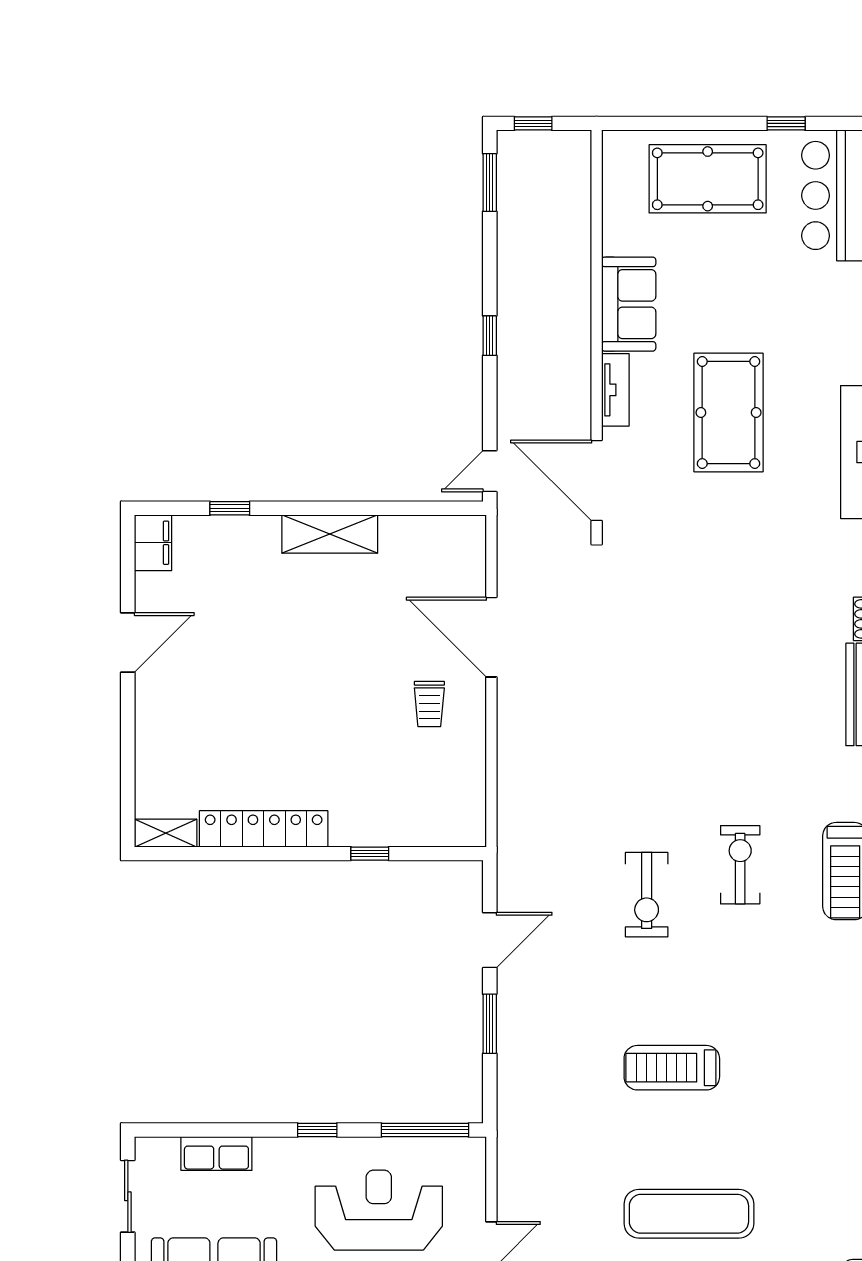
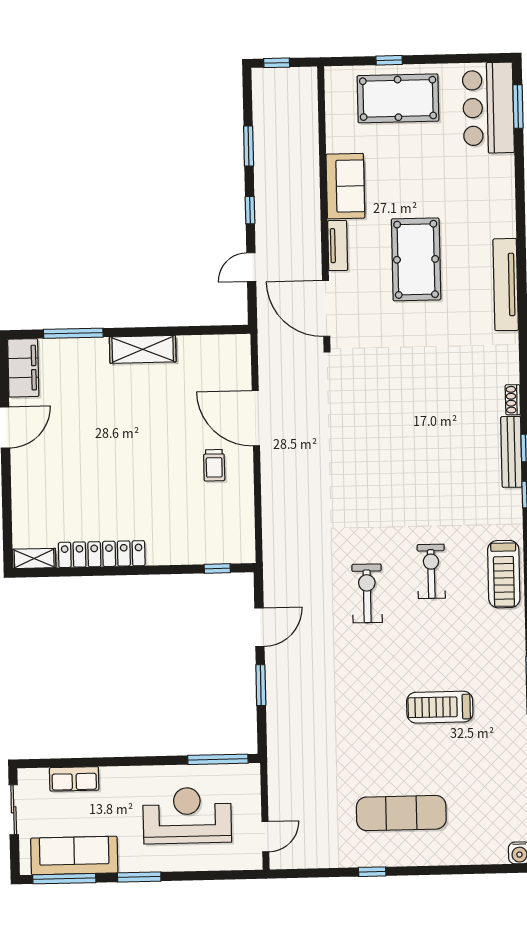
window: (786, 123) -> (389, 60), moved
window: (490, 182) -> (249, 146), moved
door: (490, 471) -> (251, 267), moved
window: (230, 508) -> (73, 333), width x2.17
filing cabinet: (153, 543) -> (23, 368), width x1.50, depth x1.17
window: (370, 854) -> (217, 569), moved
exercise bike: (647, 895) -> (367, 593), turned 180
treadmill: (672, 1068) -> (440, 707), moved
window: (317, 1130) -> (143, 761), removed

